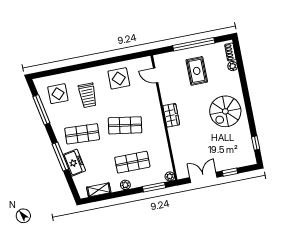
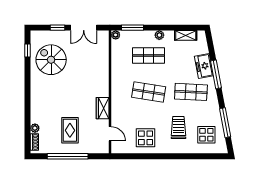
spiral stairs: (225, 111) -> (51, 60), moved, turned -90
wardrobe: (171, 115) -> (103, 108), moved

